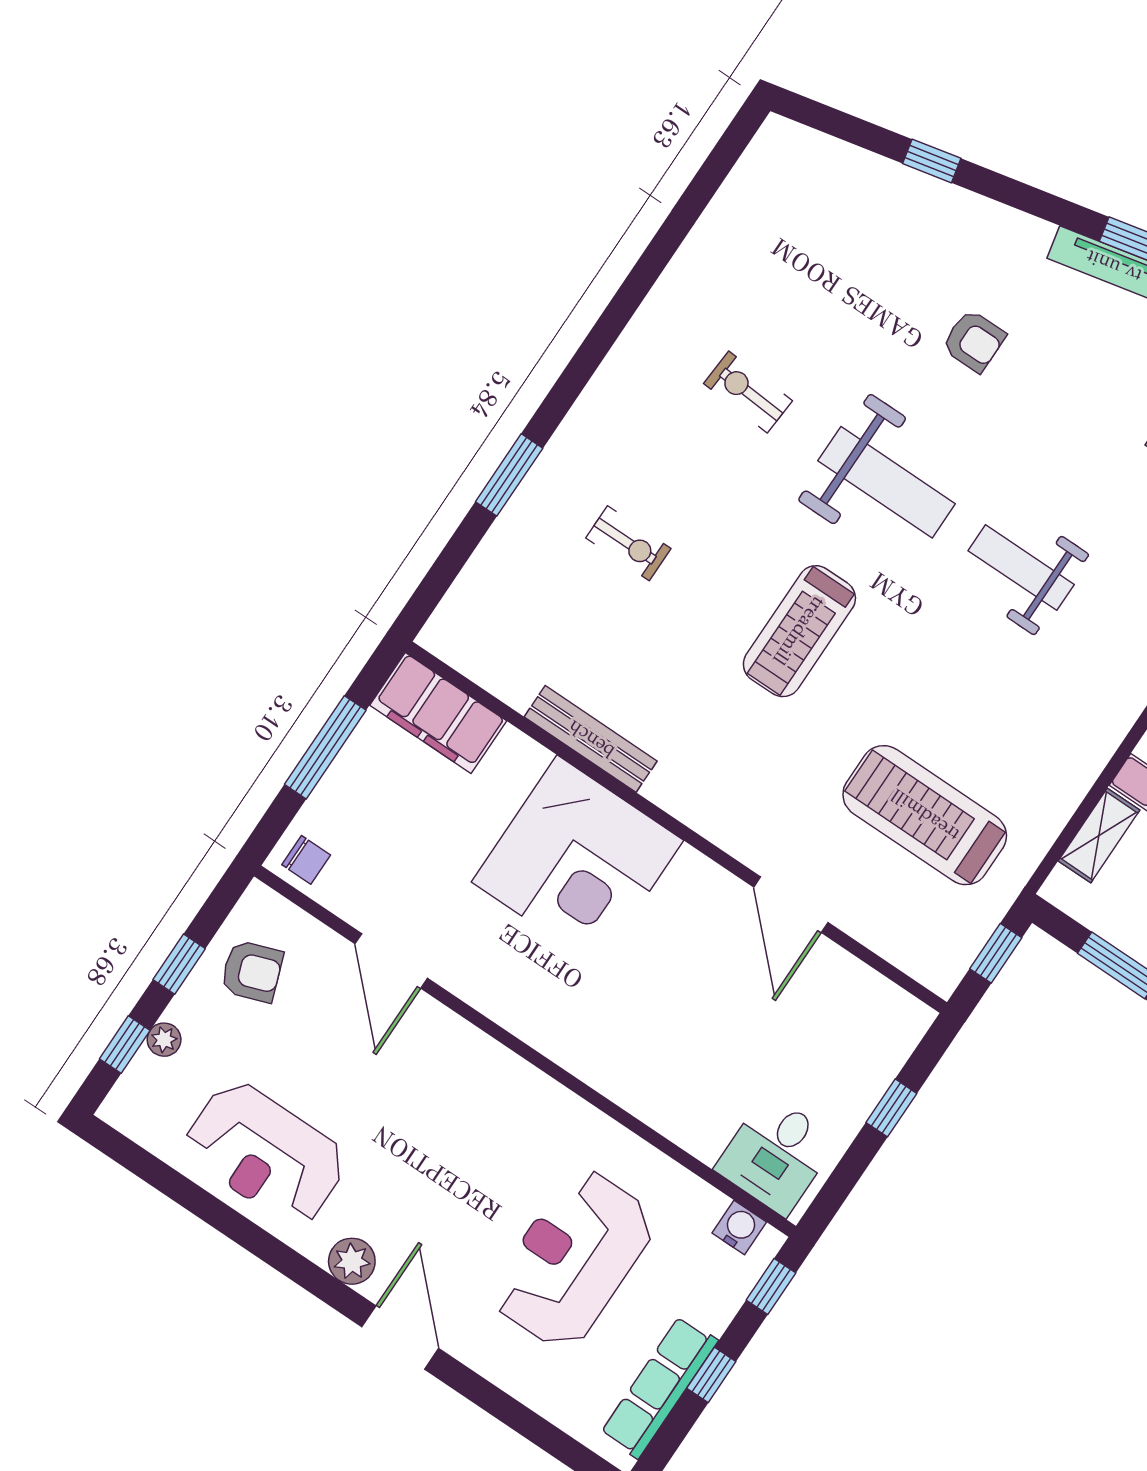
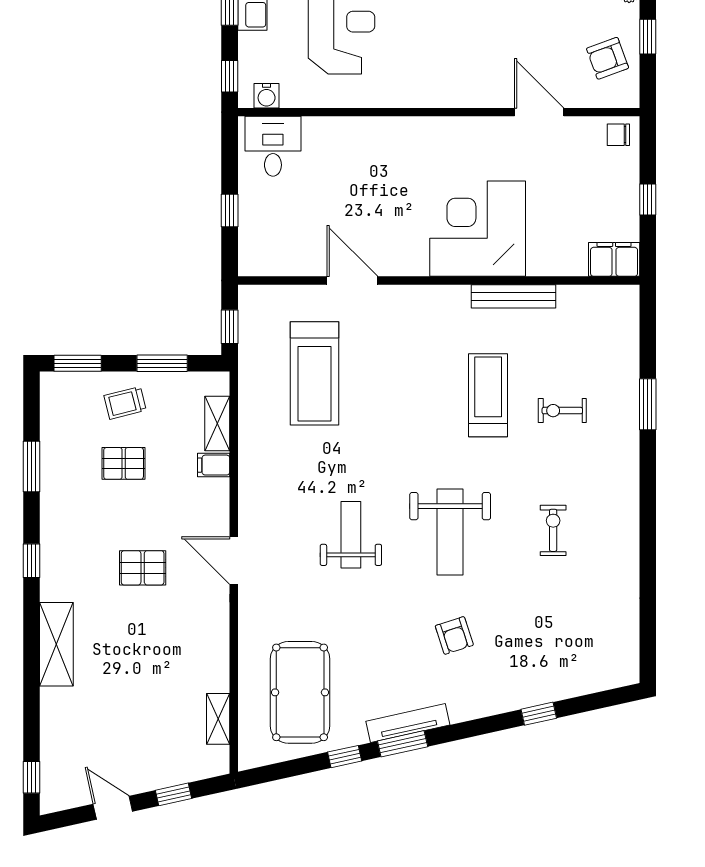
armchair: (974, 341) -> (454, 635), turned -108
exercise bike: (748, 392) -> (553, 530), turned -94
weight bench: (887, 482) -> (450, 532), turned -90
weight bench: (1021, 568) -> (351, 535), turned -90
treadmill: (799, 631) -> (488, 395), moved
filing cabinet: (438, 713) -> (614, 259), width x0.67, depth x0.86
window: (325, 747) -> (648, 200), width x0.46
treadmill: (925, 815) -> (314, 373), turned 90

